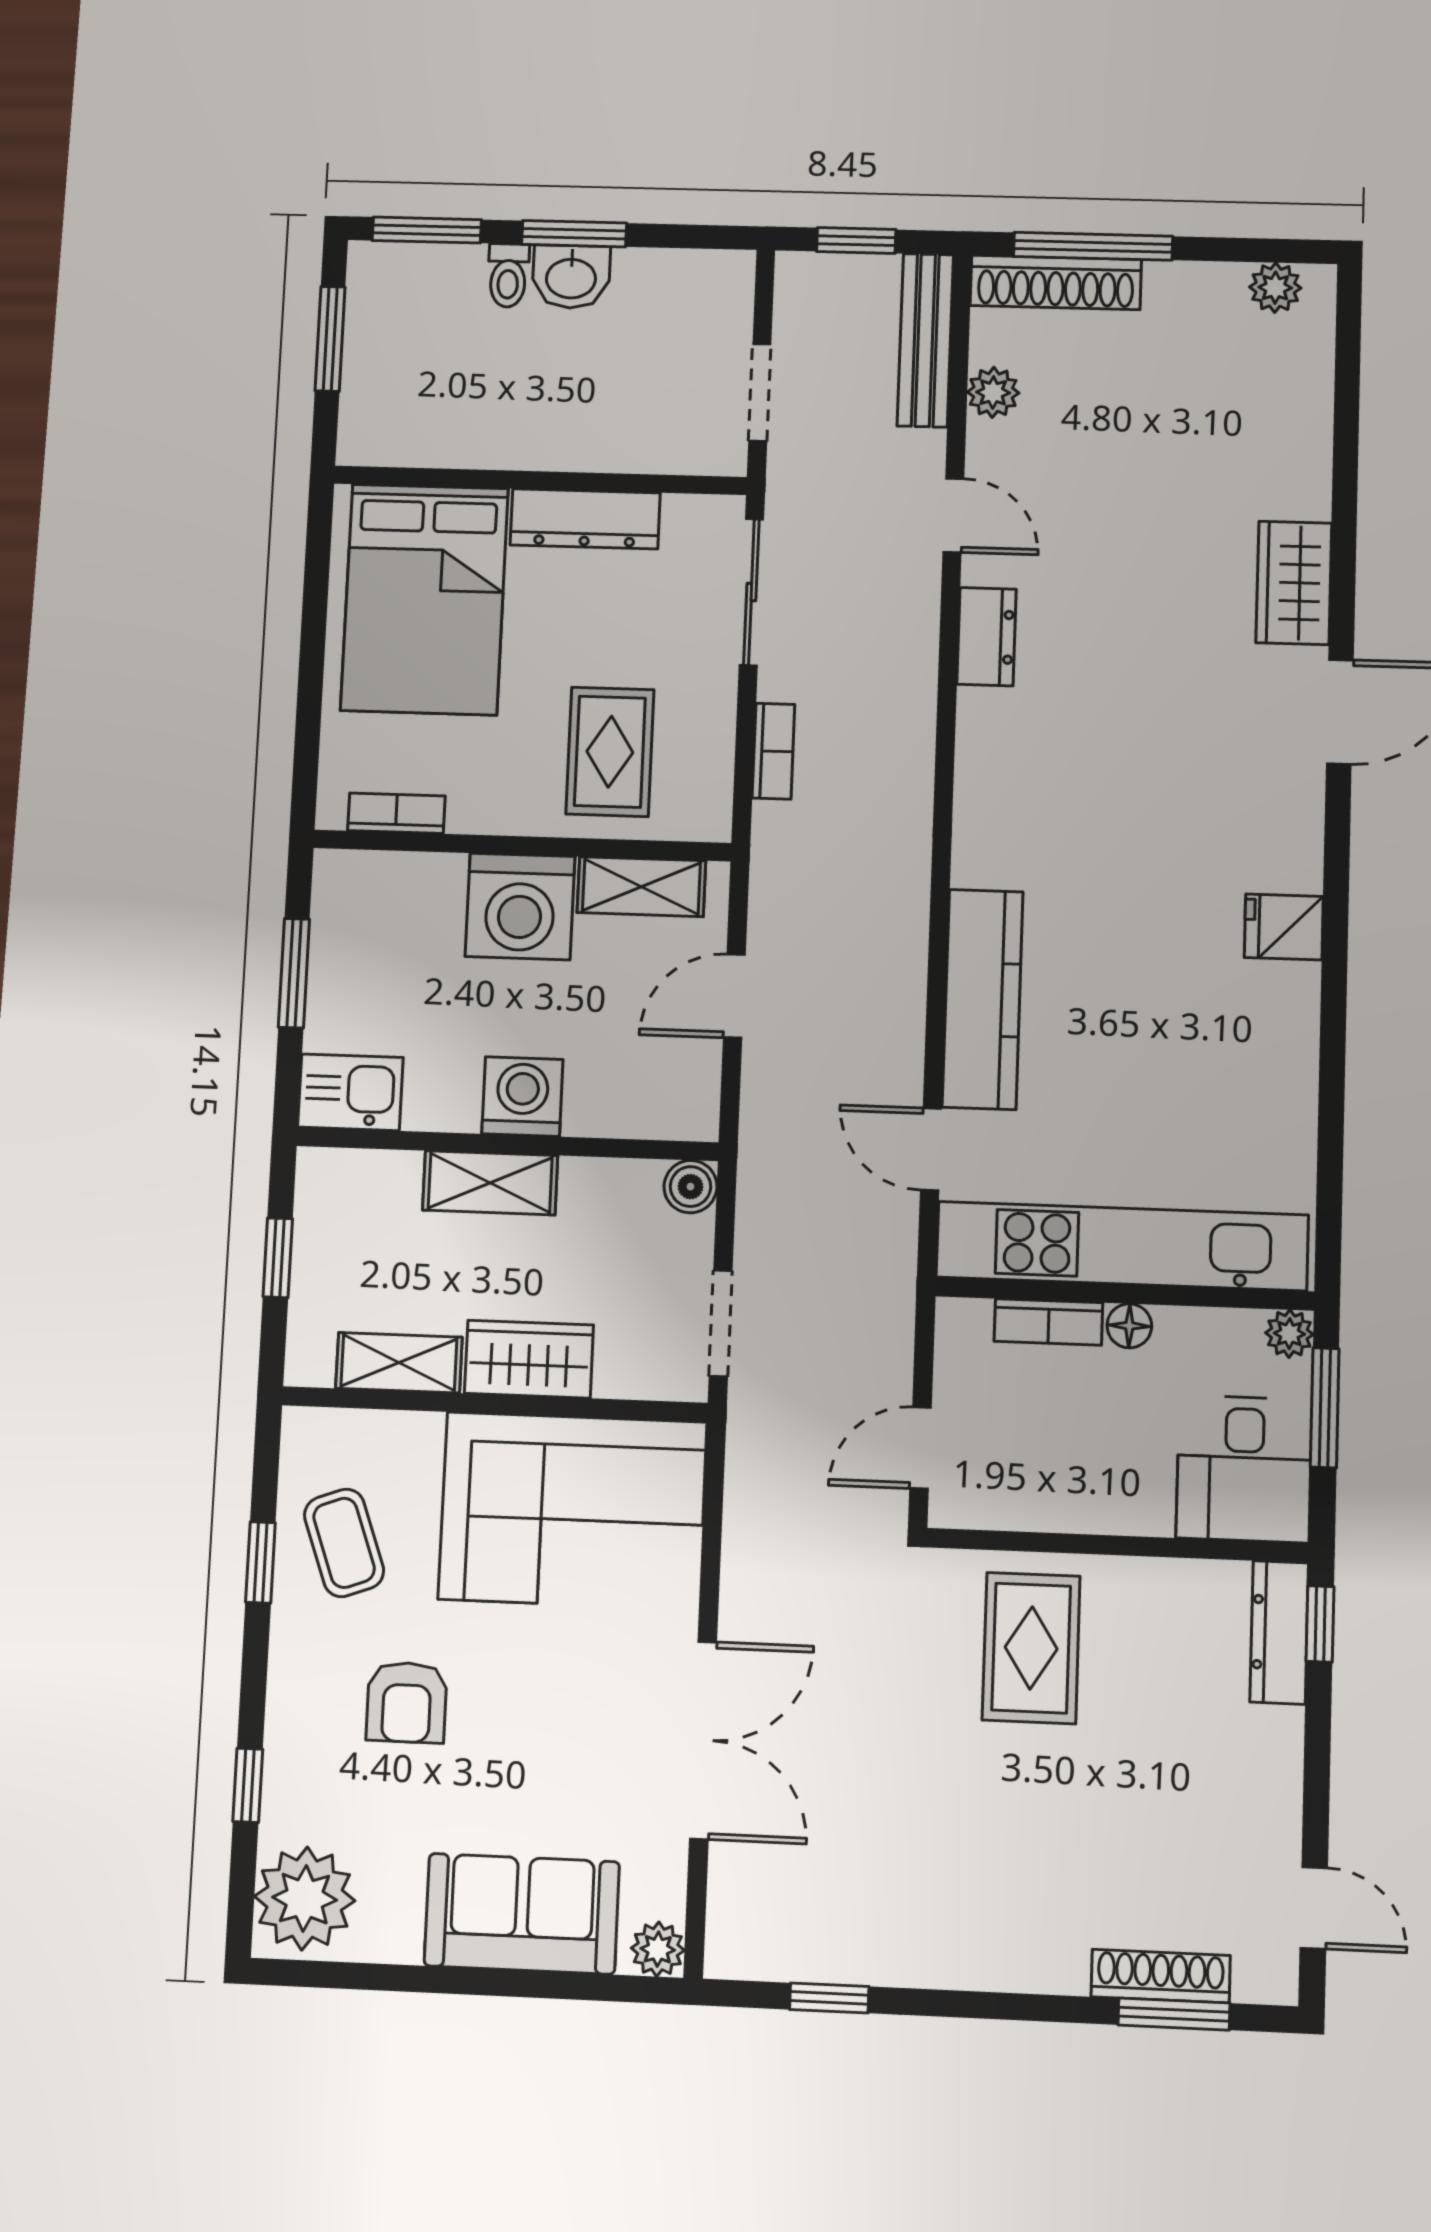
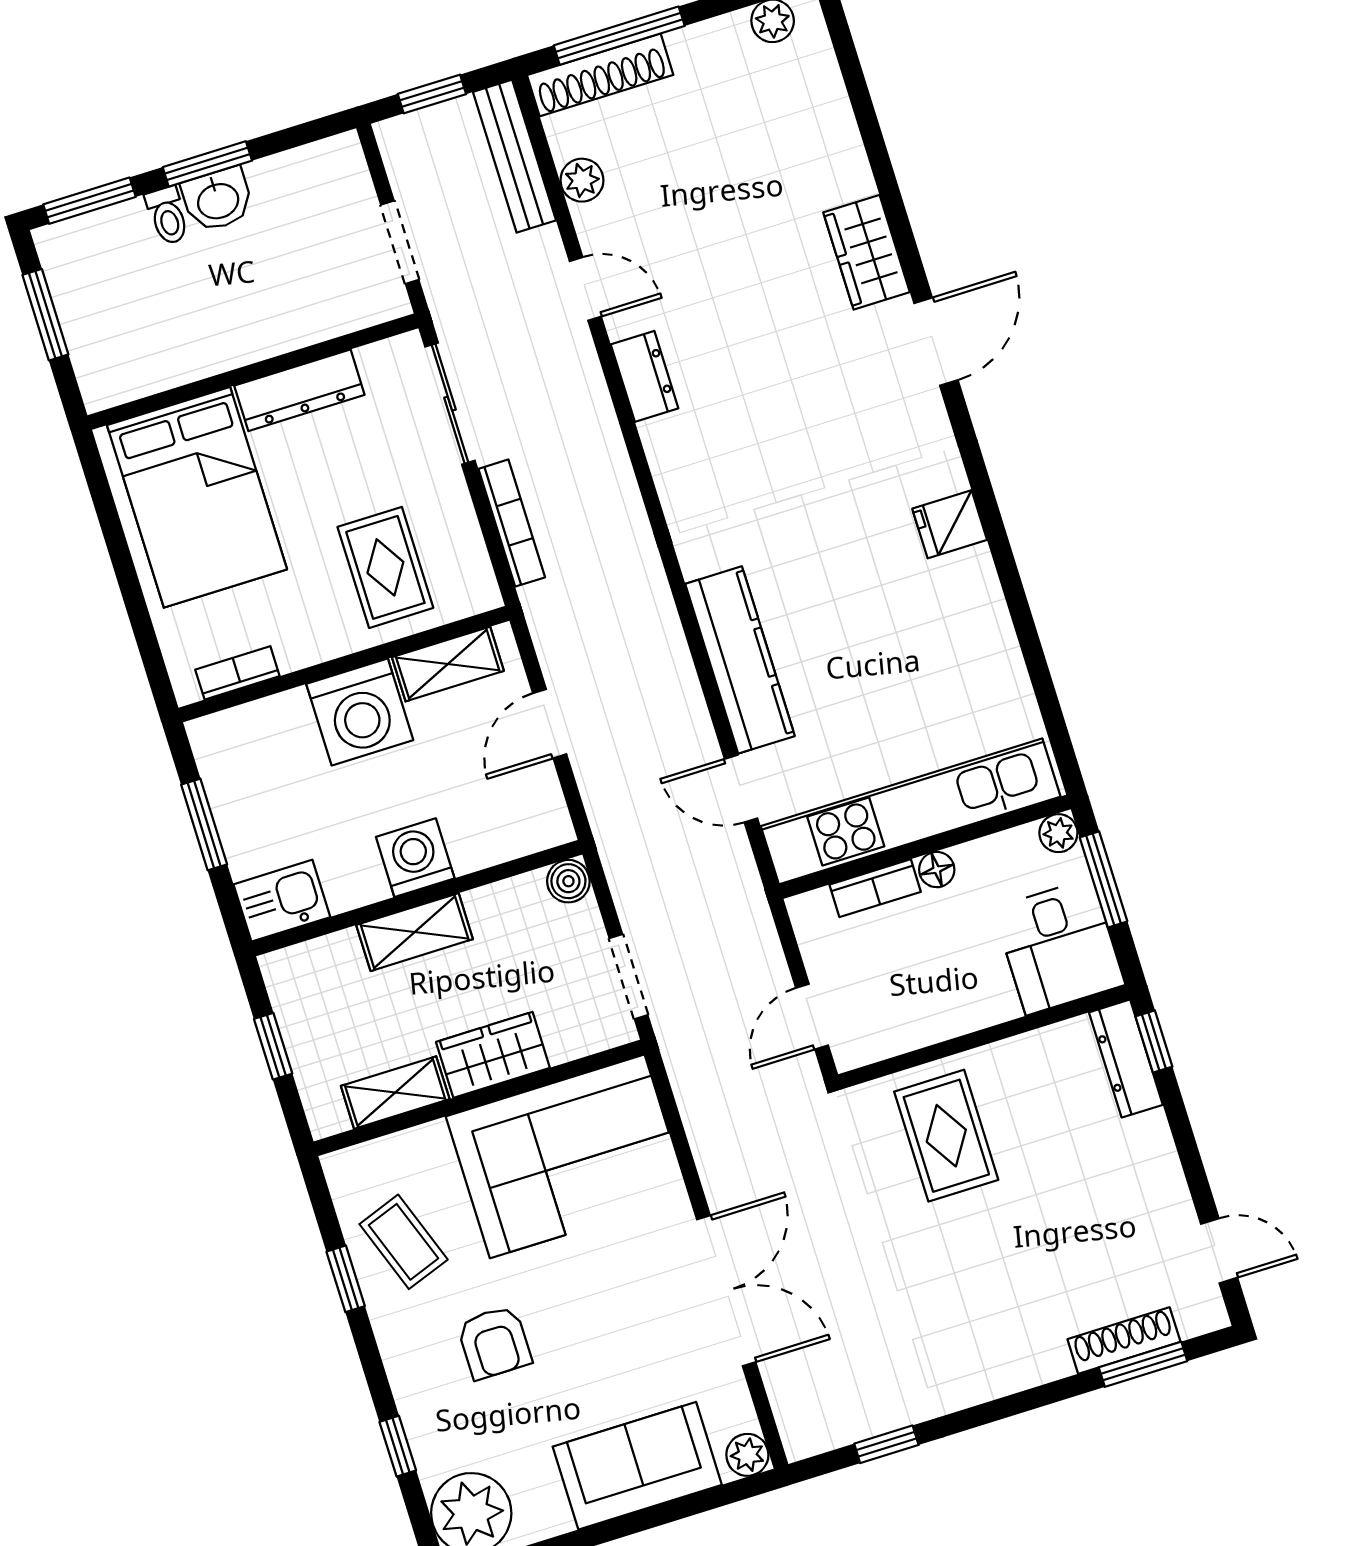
bookcase: (773, 751) -> (512, 523), width x1.56

